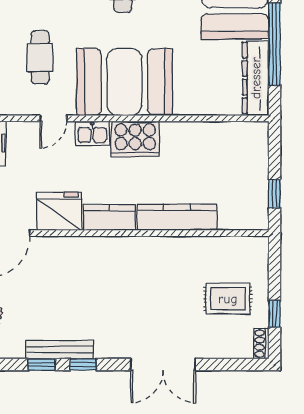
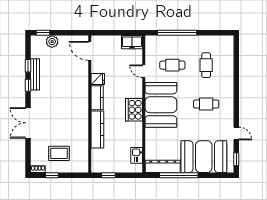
kitchen sink: (92, 133) -> (137, 155), moved
fridge: (59, 211) -> (98, 79), width x0.53, depth x0.75
rug: (228, 299) -> (59, 153), turned 90

